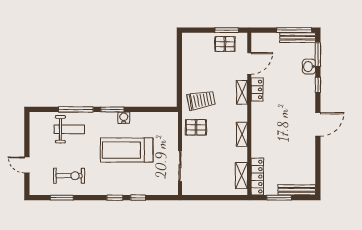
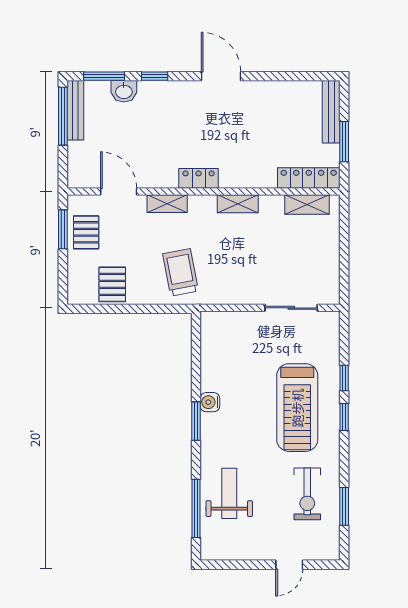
locker: (257, 89) -> (199, 178), moved
window: (76, 109) -> (196, 508), moved
pallet: (196, 127) -> (112, 284), moved
treadmill: (127, 150) -> (297, 408), moved
exercise bike: (69, 176) -> (307, 494), turned 180

